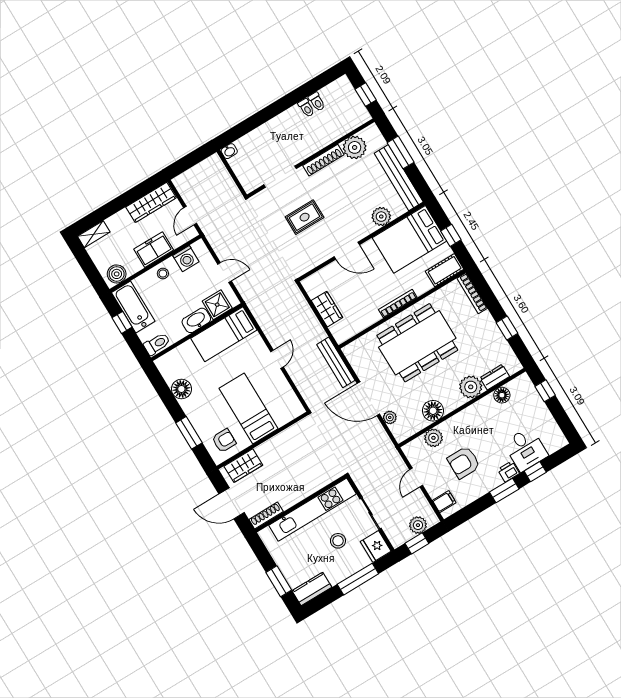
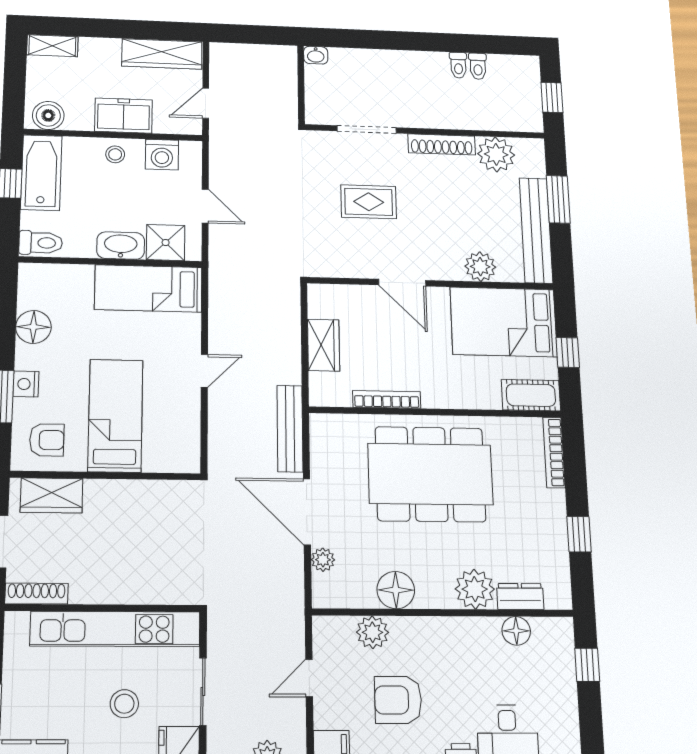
bookcase: (398, 303) -> (387, 399), moved
nightstand: (196, 420) -> (26, 384), added

